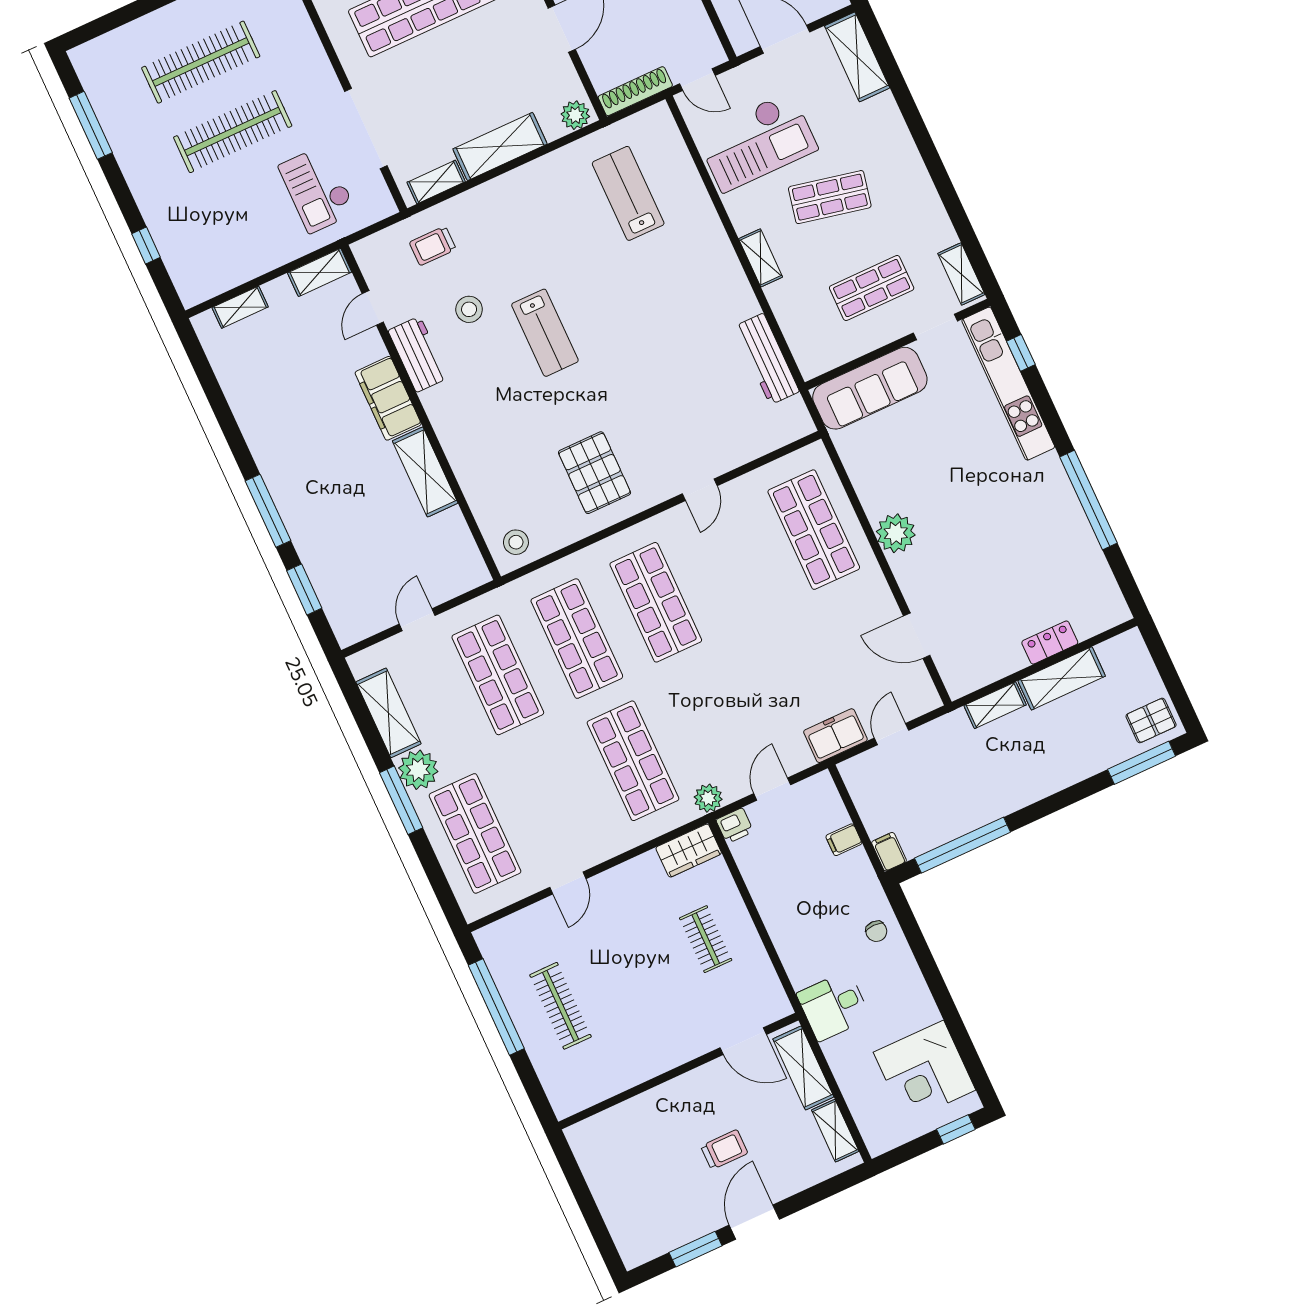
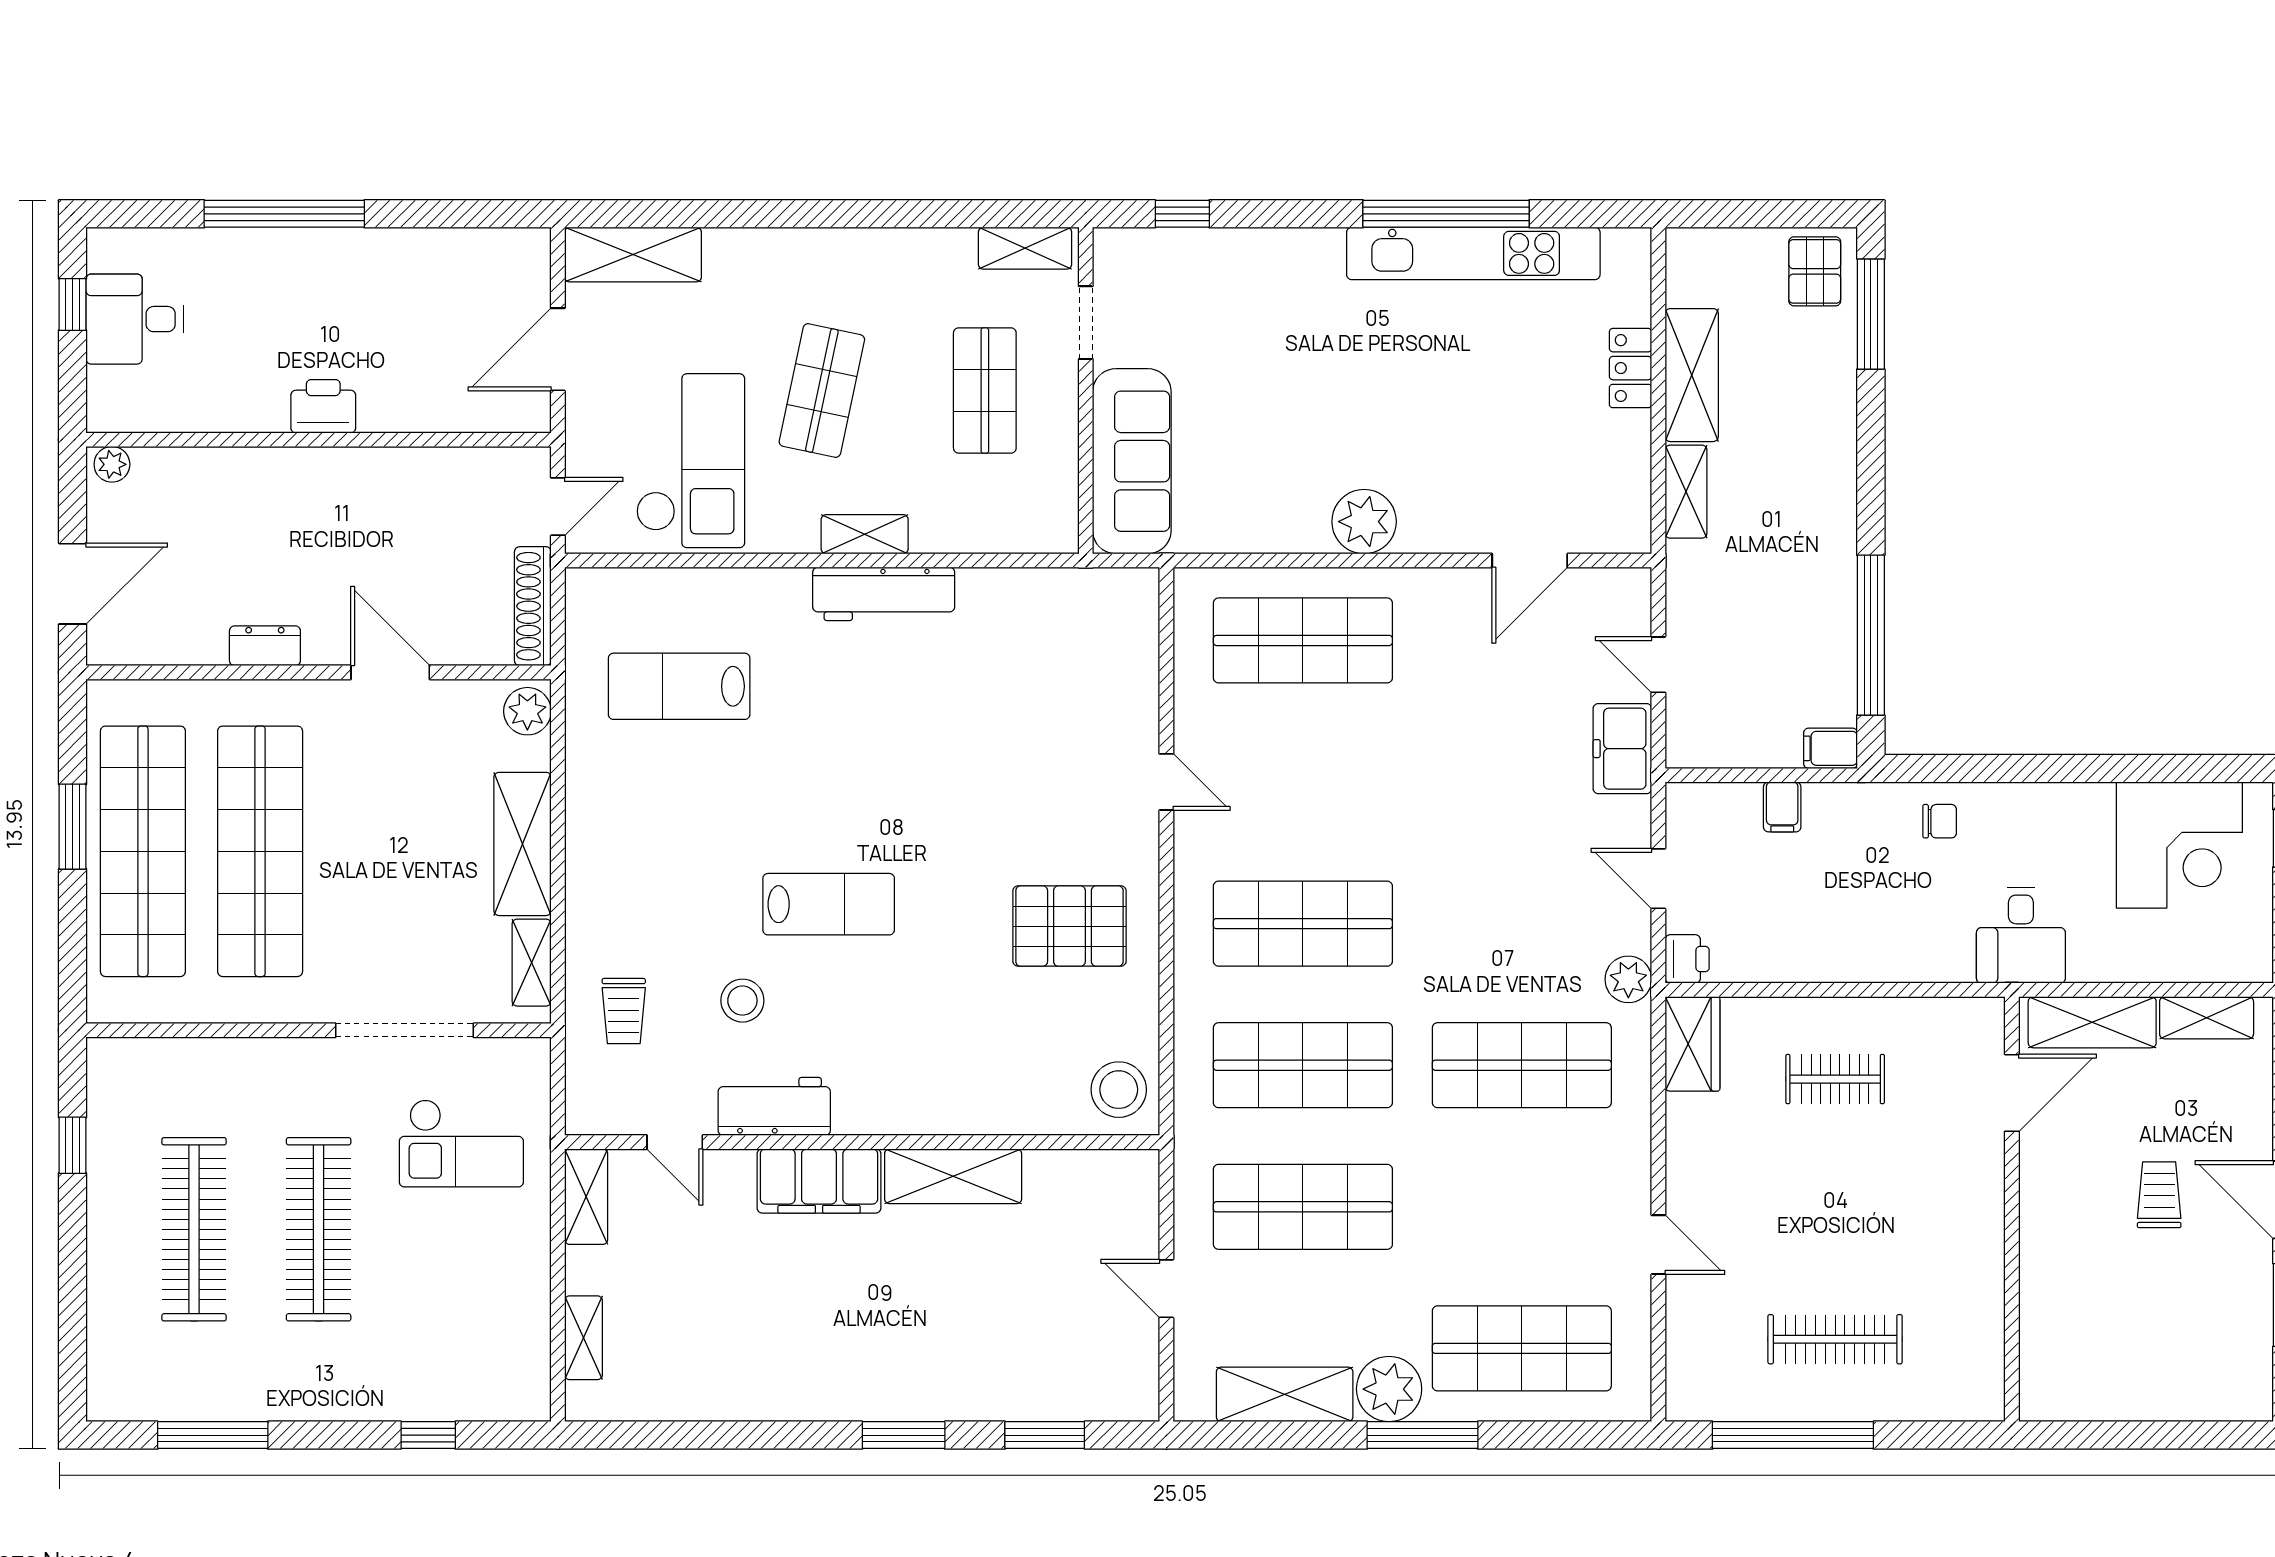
workbench: (767, 359) -> (884, 594), moved
kitchen unit: (1008, 384) -> (1473, 253), moved
window: (268, 511) -> (904, 1435), width x0.69
stool: (516, 542) -> (1119, 1090), width x1.38, depth x1.38

